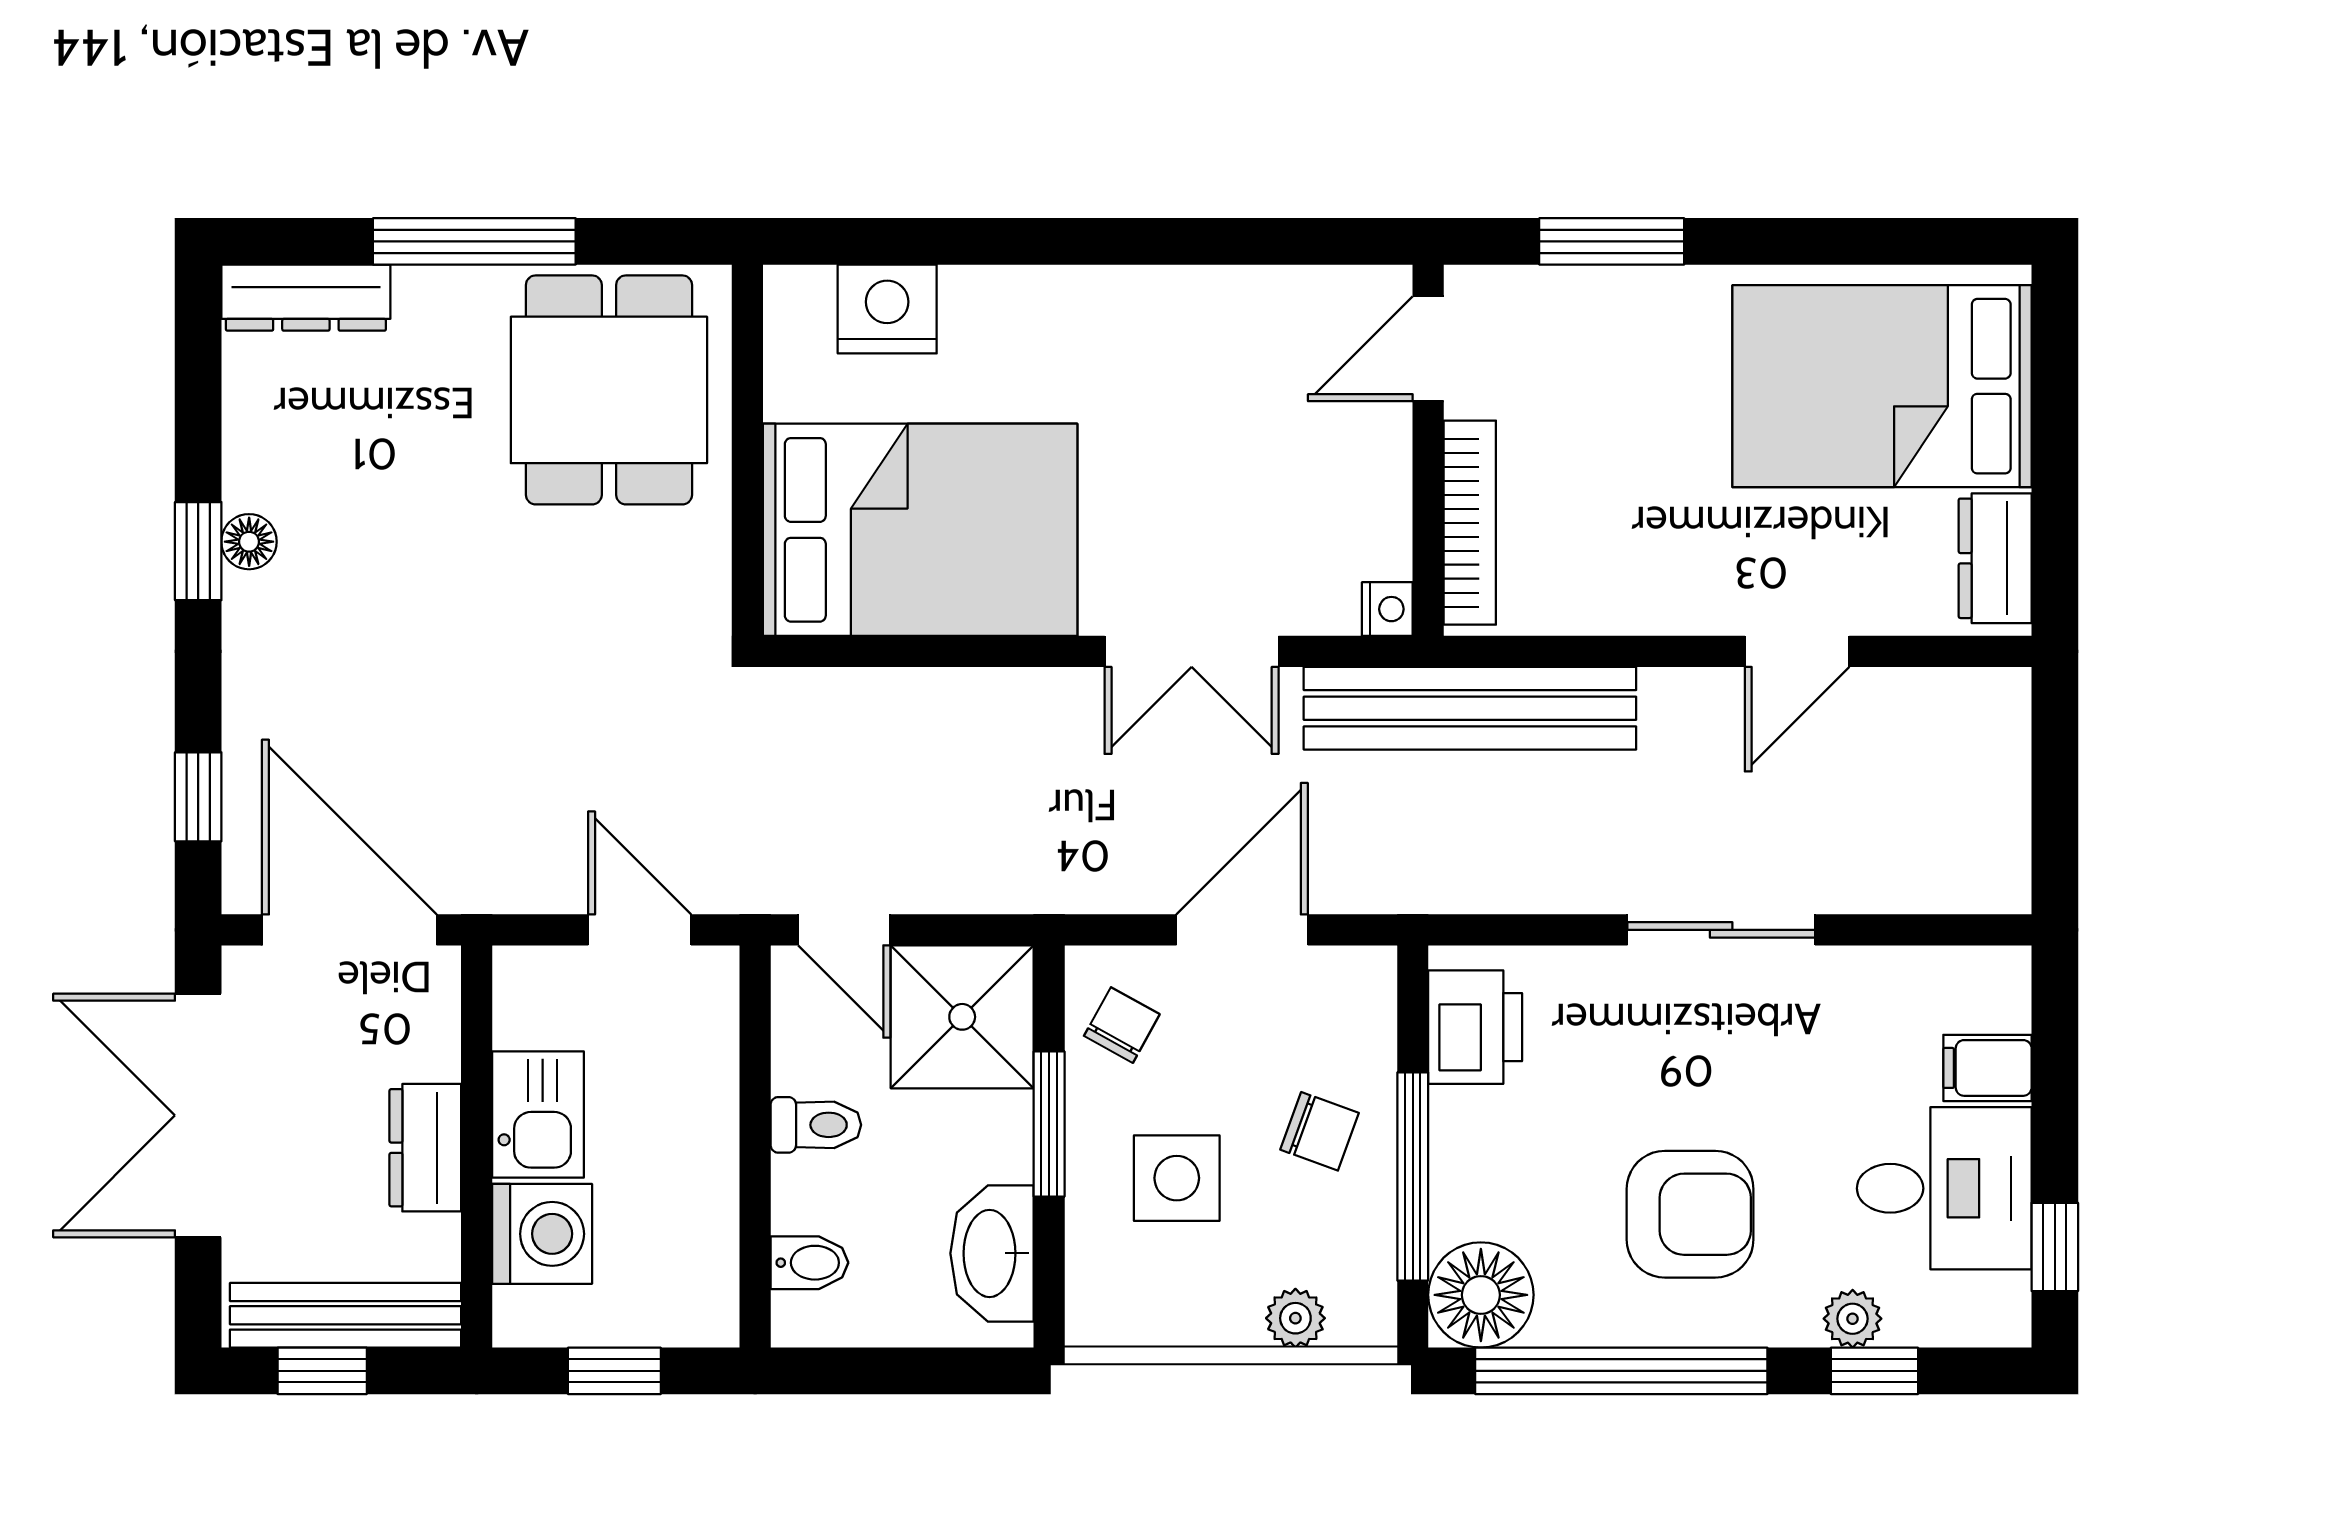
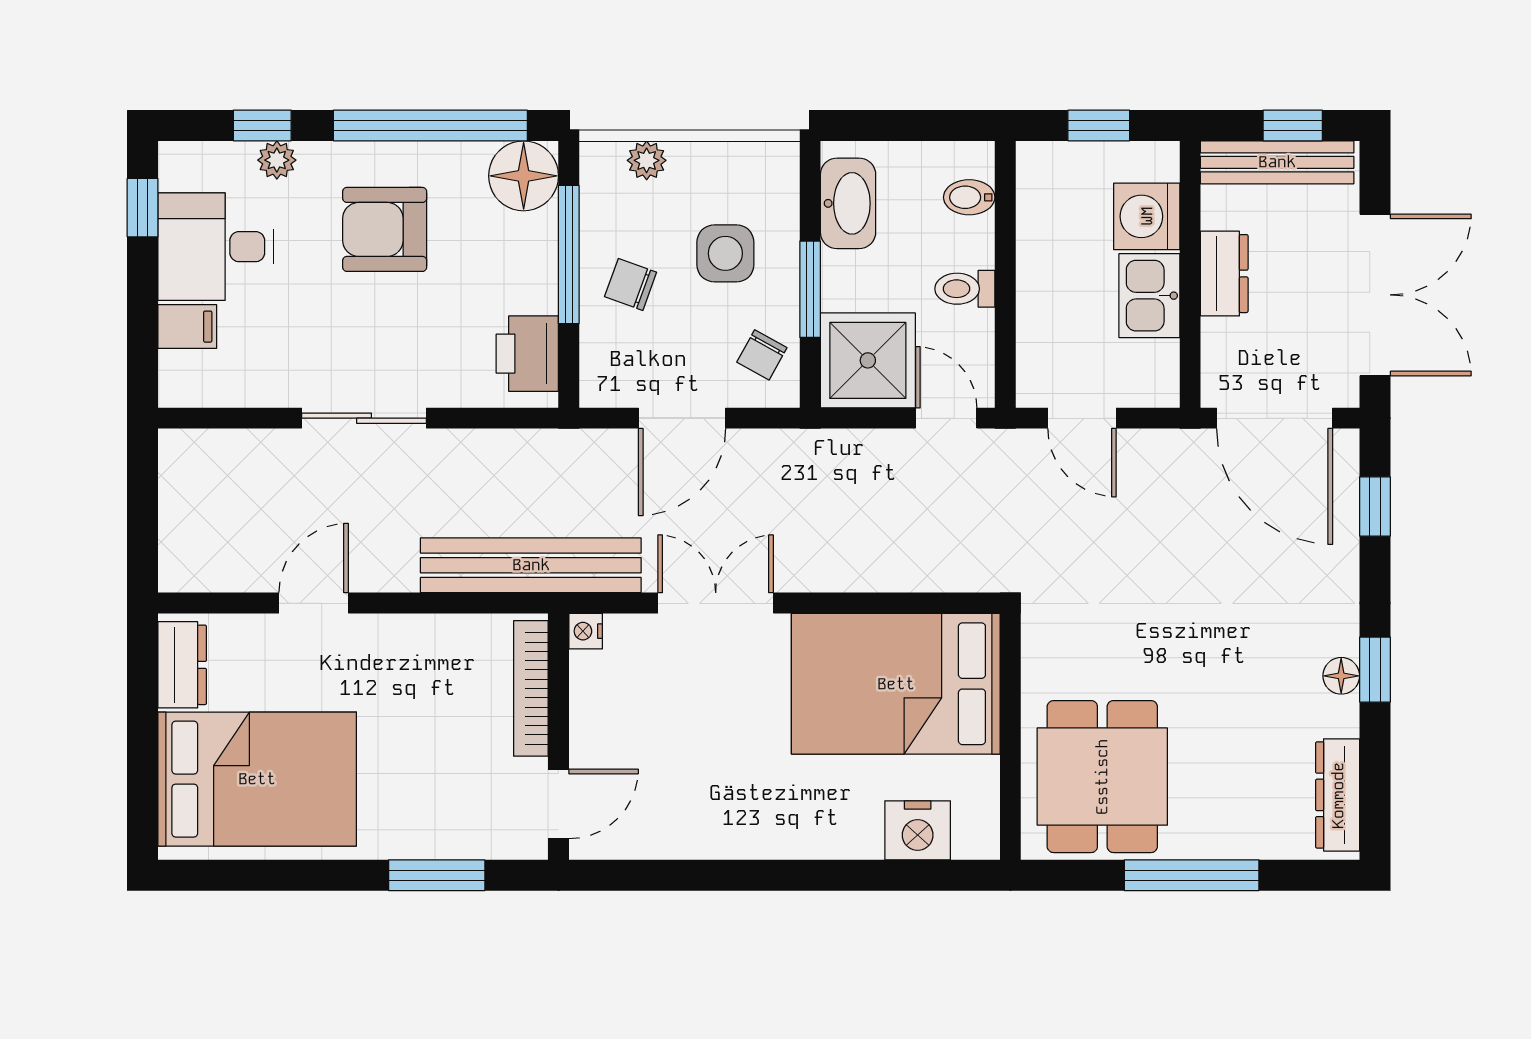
dresser: (306, 298) -> (1338, 795), moved, turned -90

